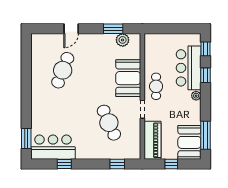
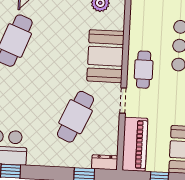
cafe table: (109, 123) -> (76, 117), turned 48
dresser: (131, 154) -> (105, 162), added

